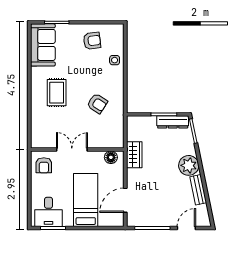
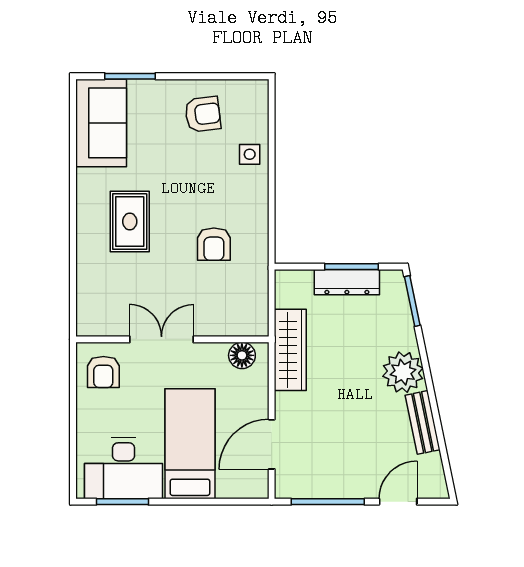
armchair: (97, 104) -> (214, 244), turned 57
dresser: (173, 122) -> (347, 282), moved
wardrobe: (134, 155) -> (290, 350), width x1.50
desk: (49, 212) -> (124, 468), width x1.37

